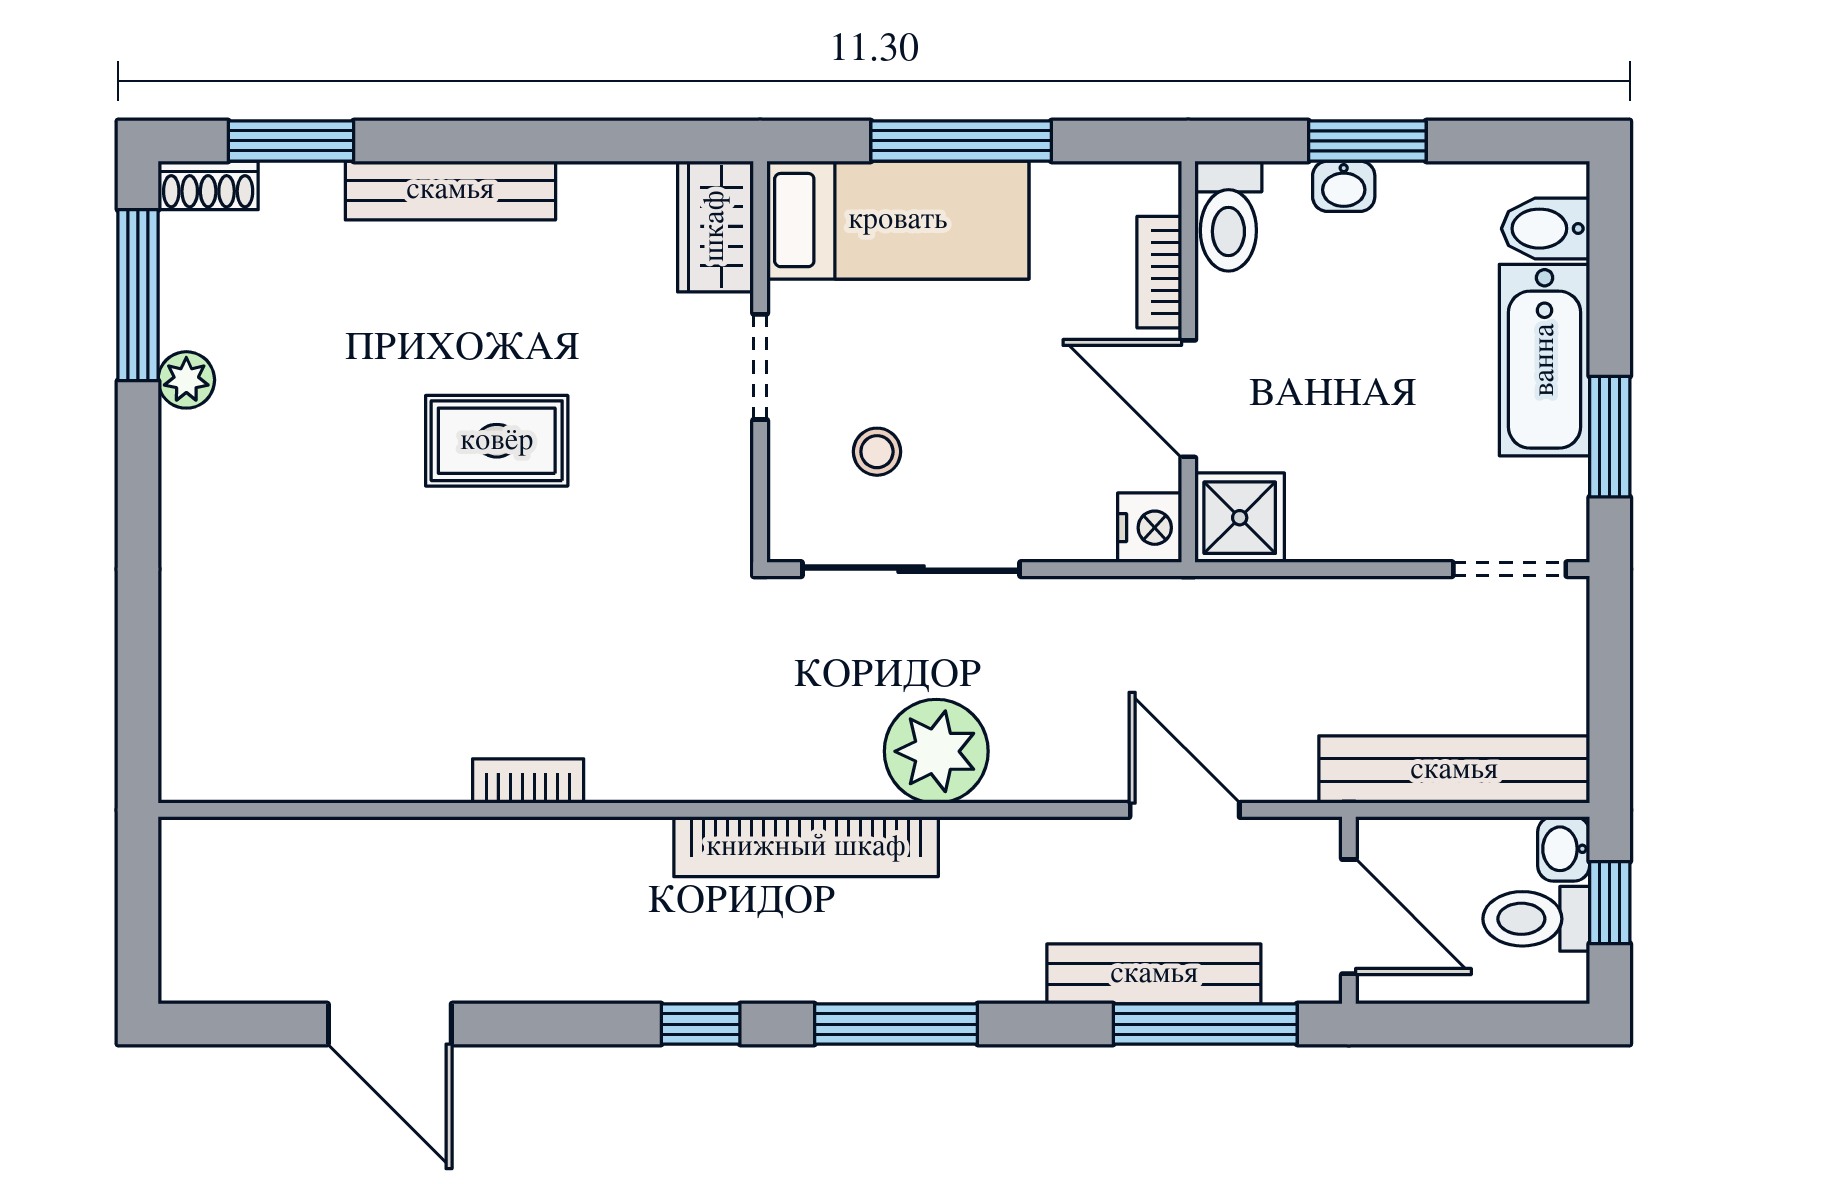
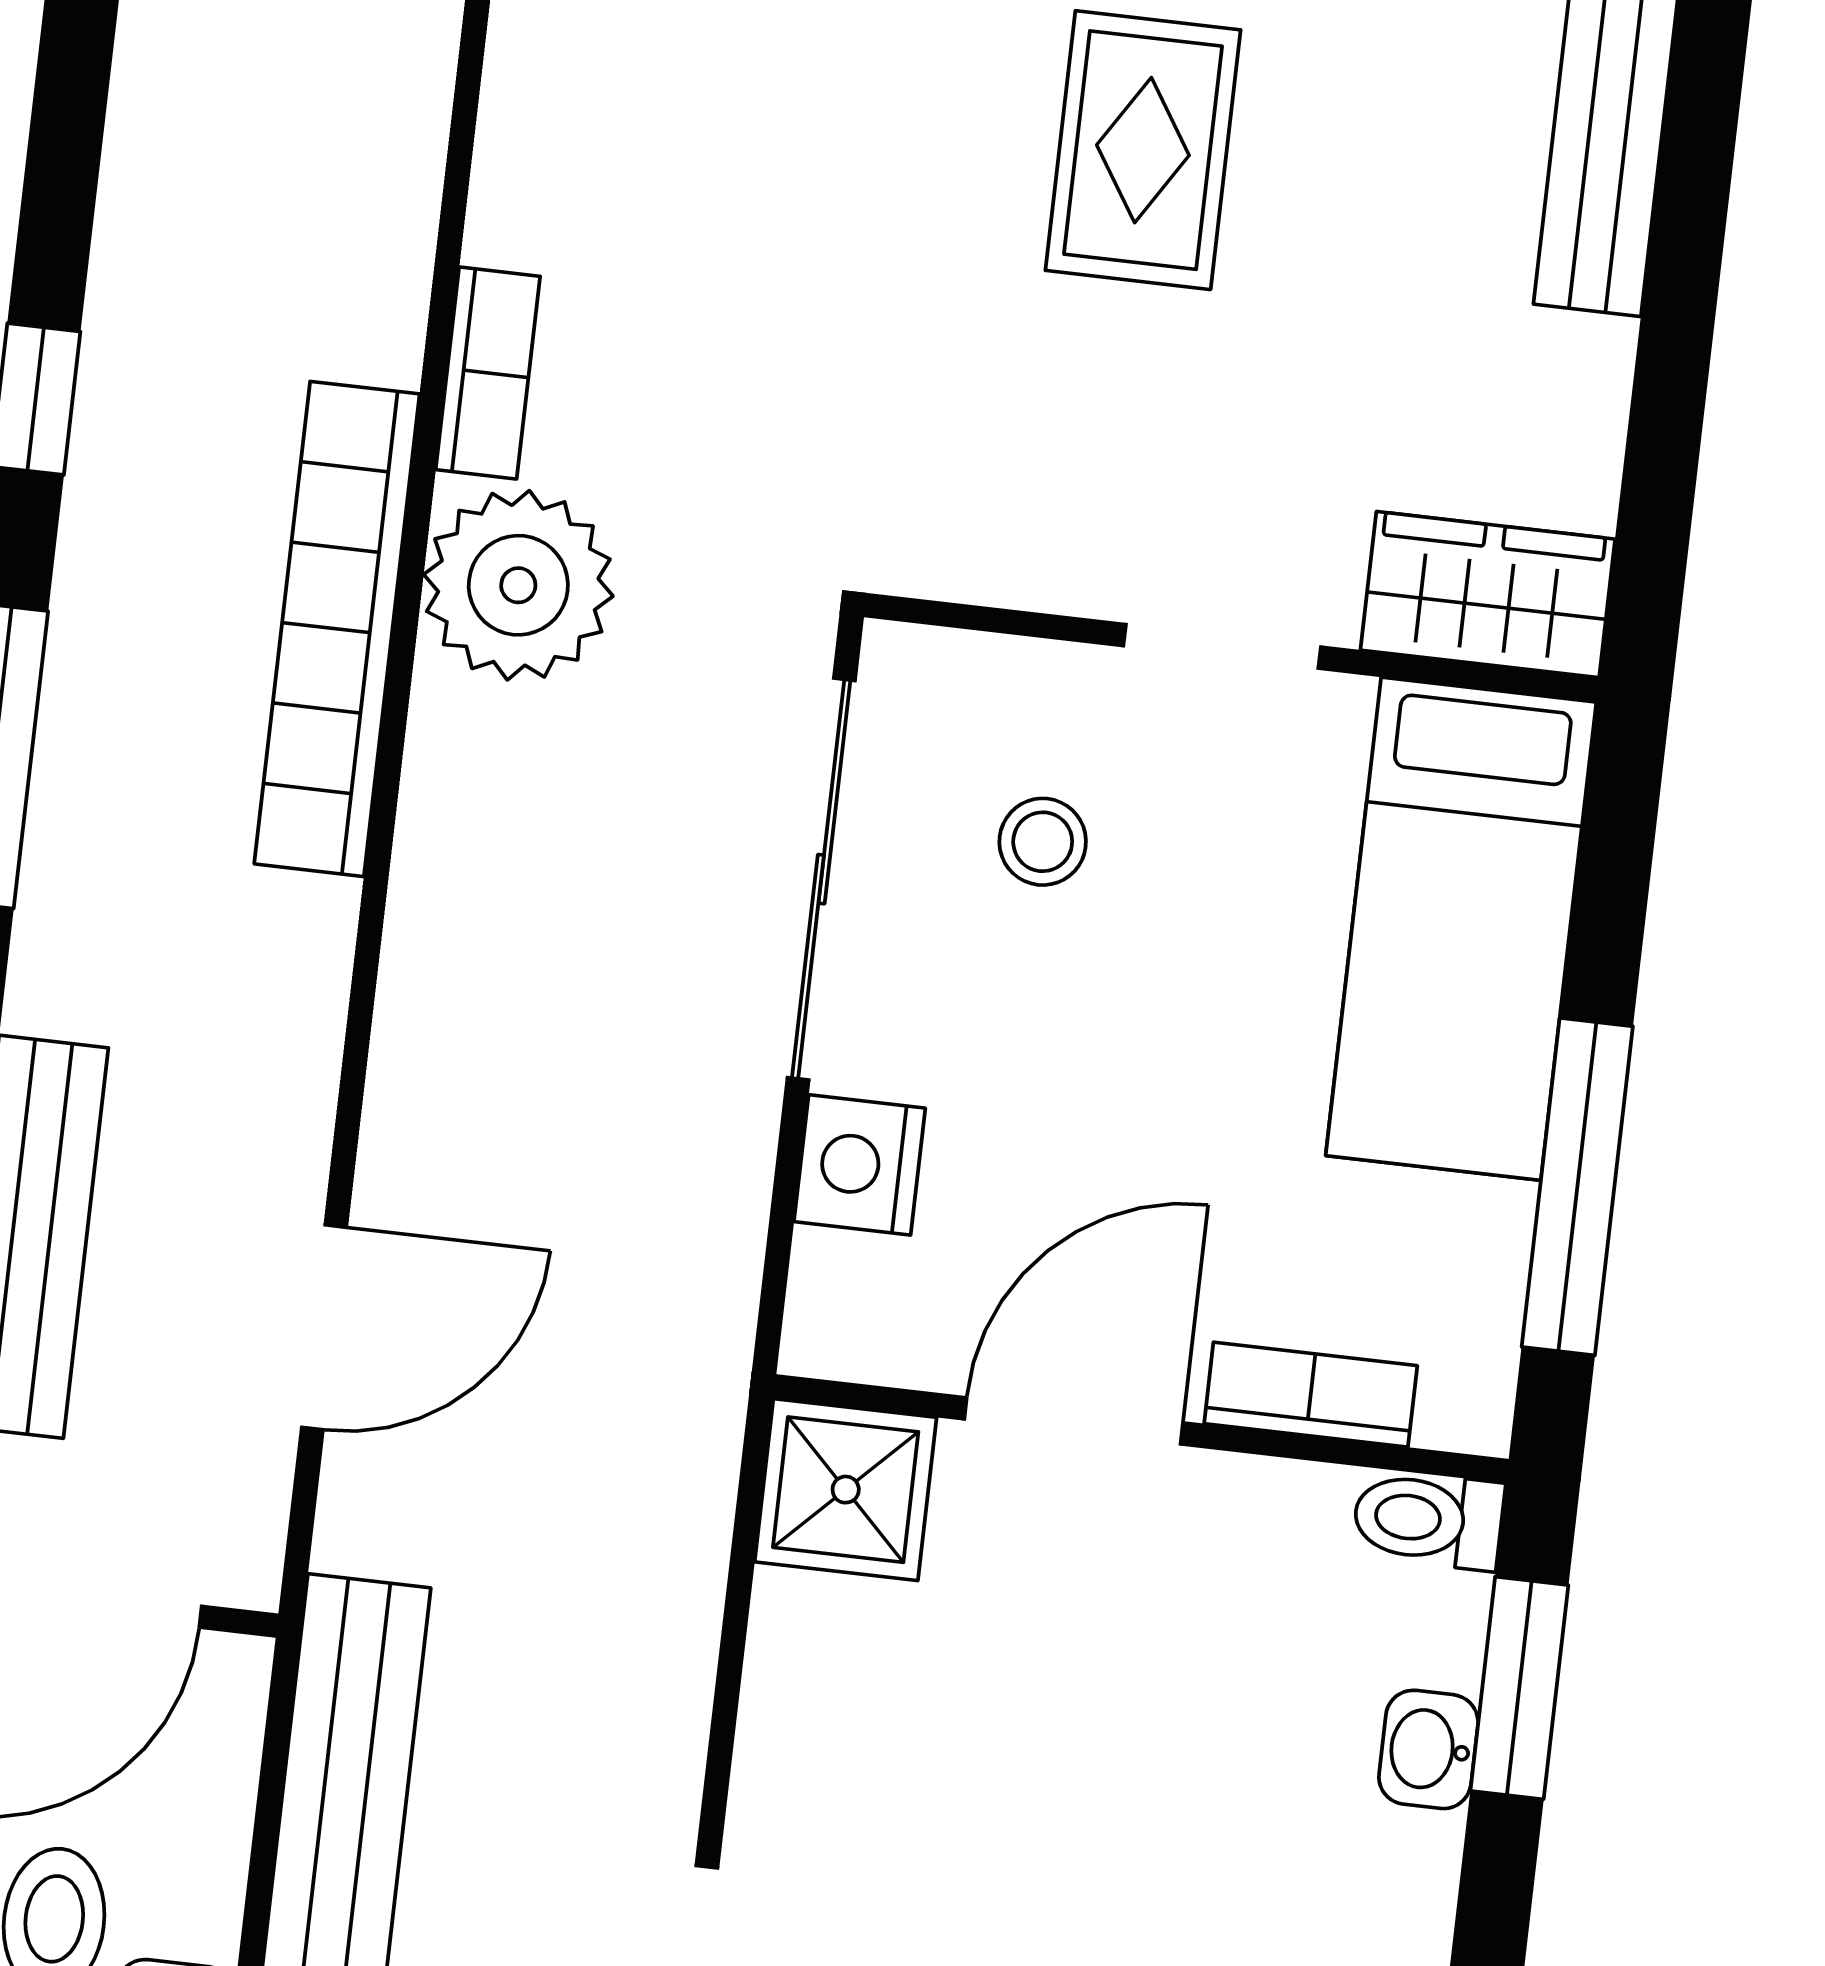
window: (961, 141) -> (1577, 1187), moved
window: (1367, 141) -> (1519, 1688), moved
toilet: (1228, 216) -> (1428, 1519), width x0.73, depth x0.72
nightstand: (1150, 528) -> (860, 1165), moved, turned 90
plant: (936, 751) -> (518, 585), moved
bookcase: (528, 781) -> (488, 373), moved

